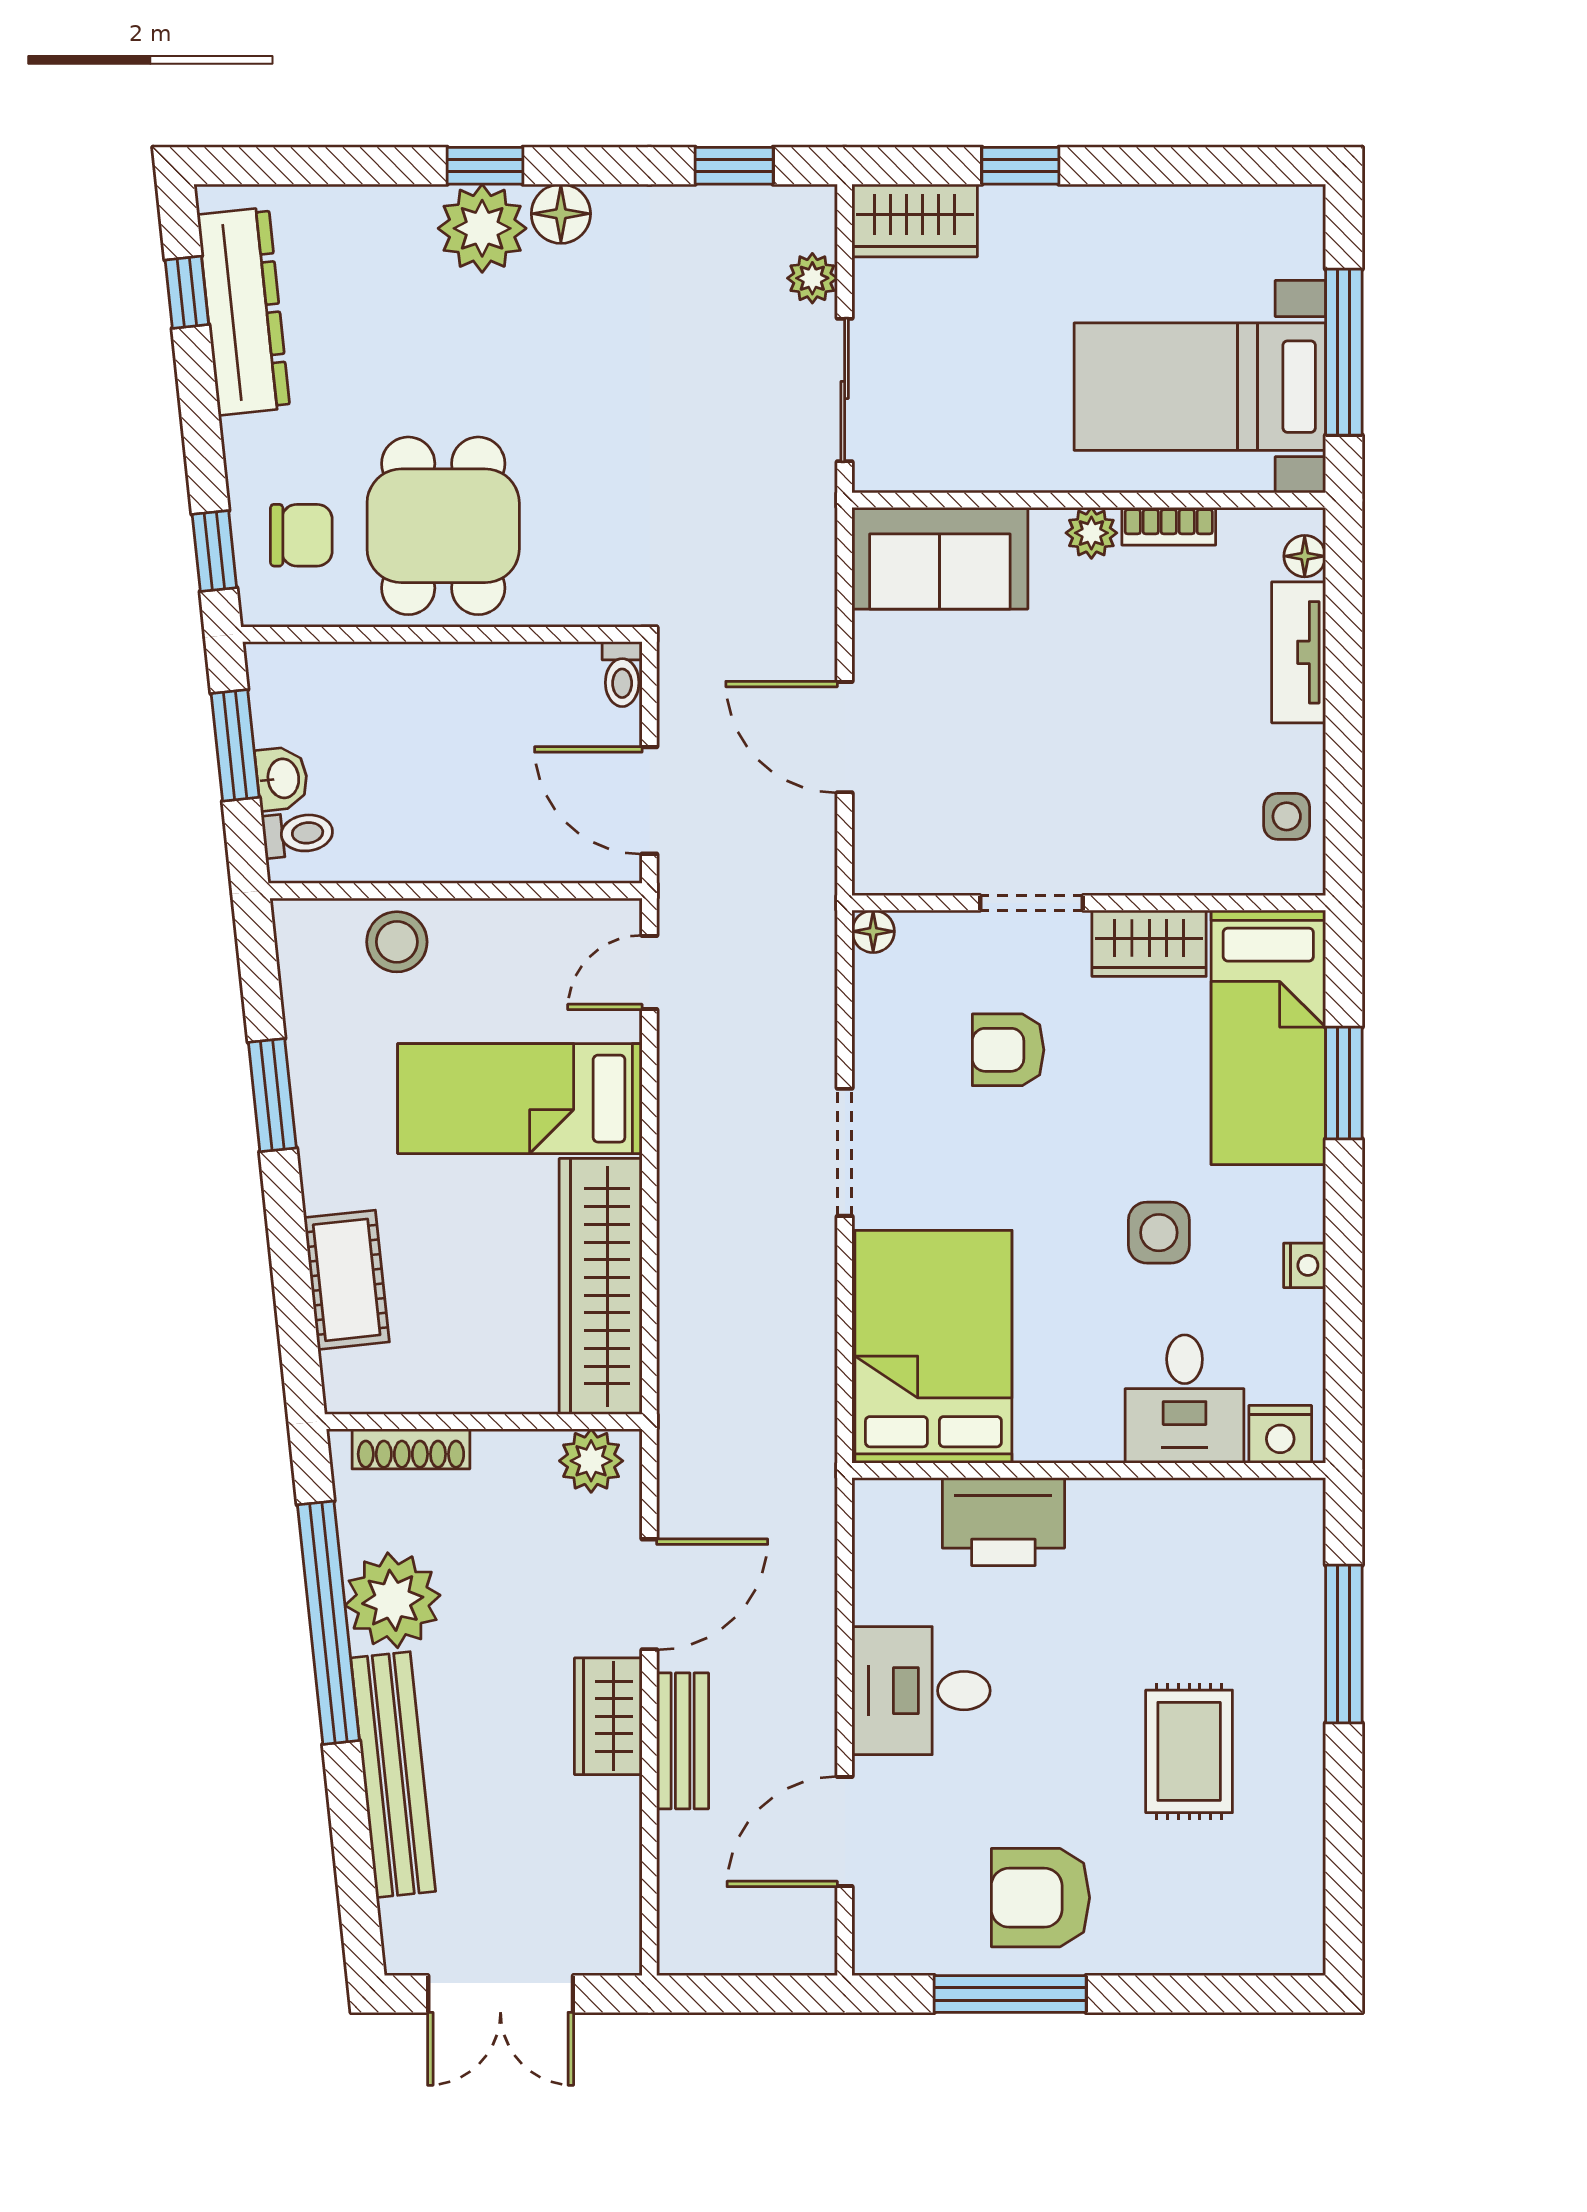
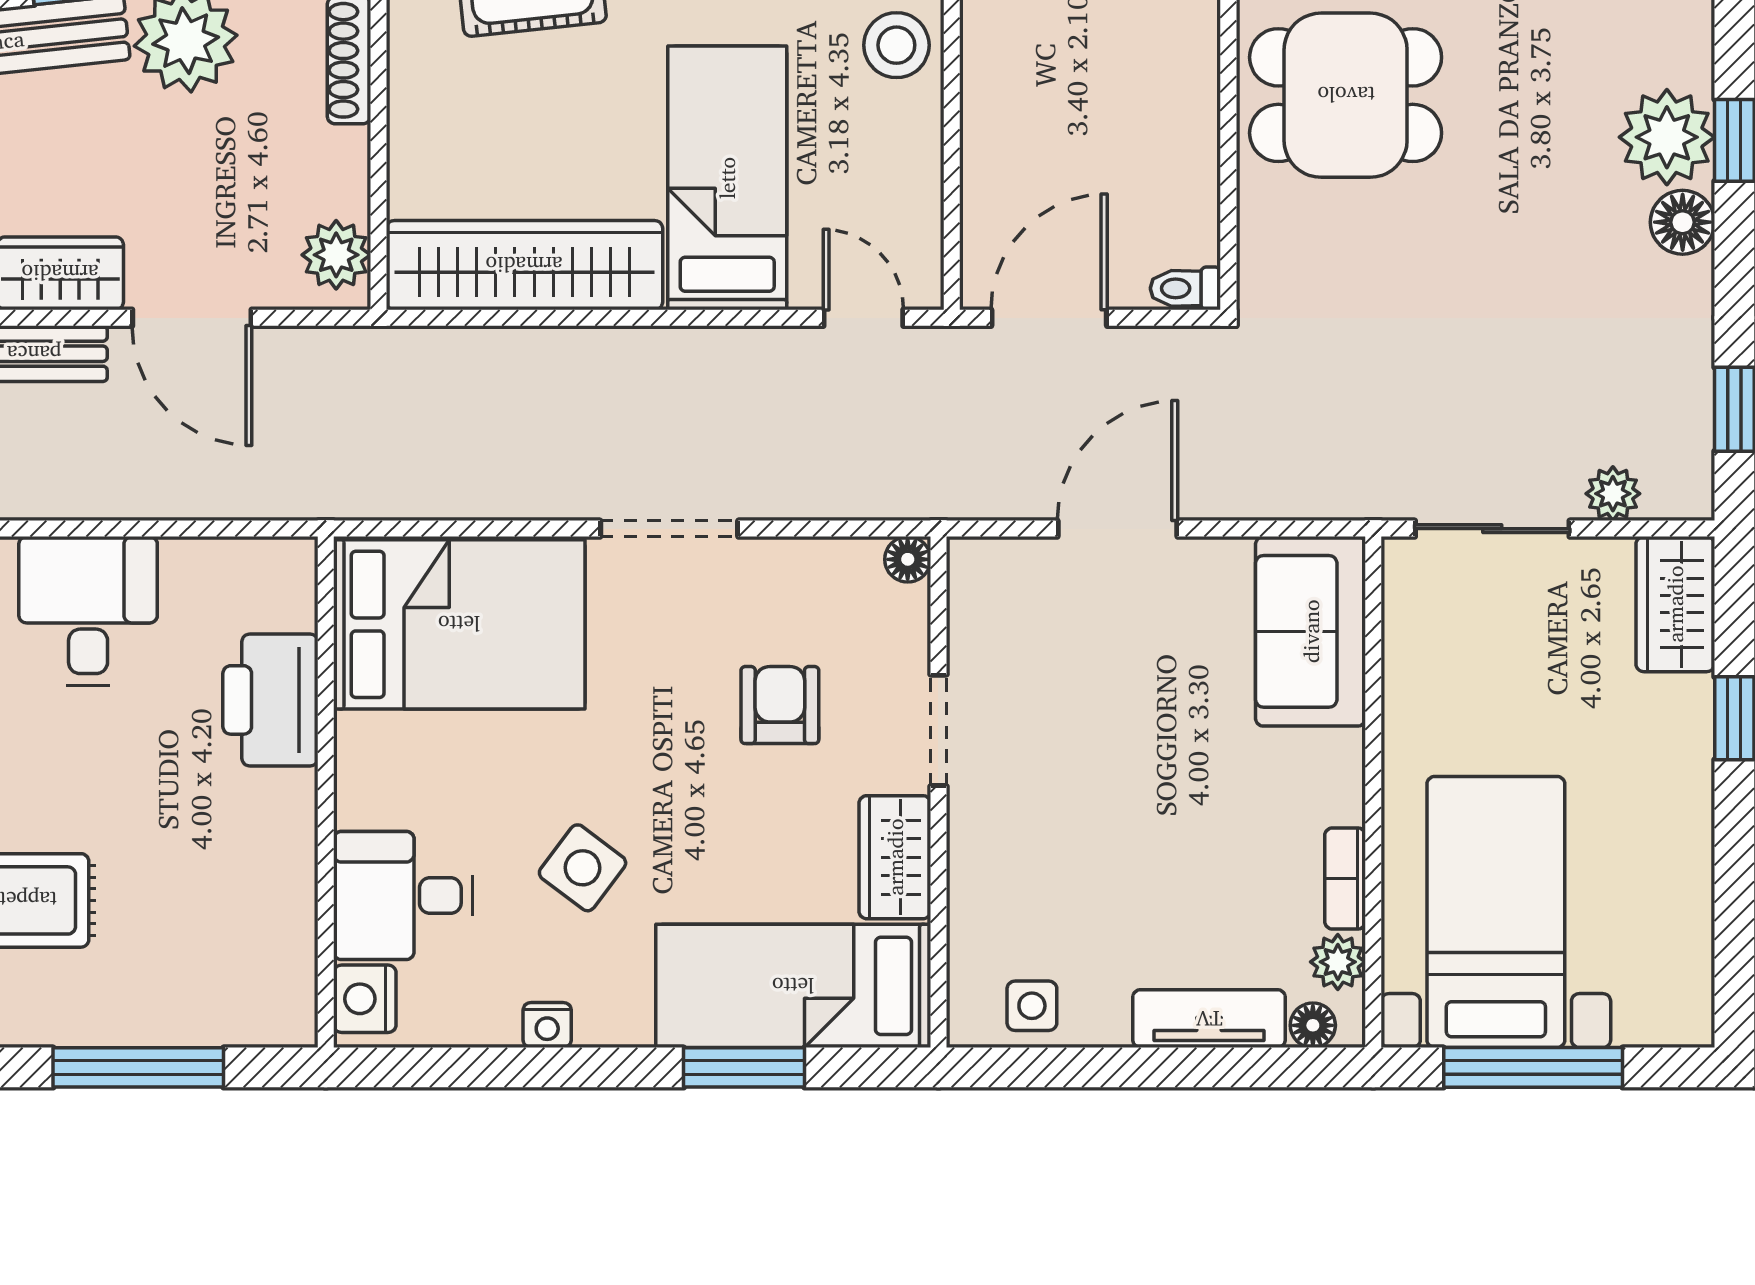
plant: (1091, 533) -> (1338, 962), moved
side table: (1159, 1233) -> (583, 868), turned 37

